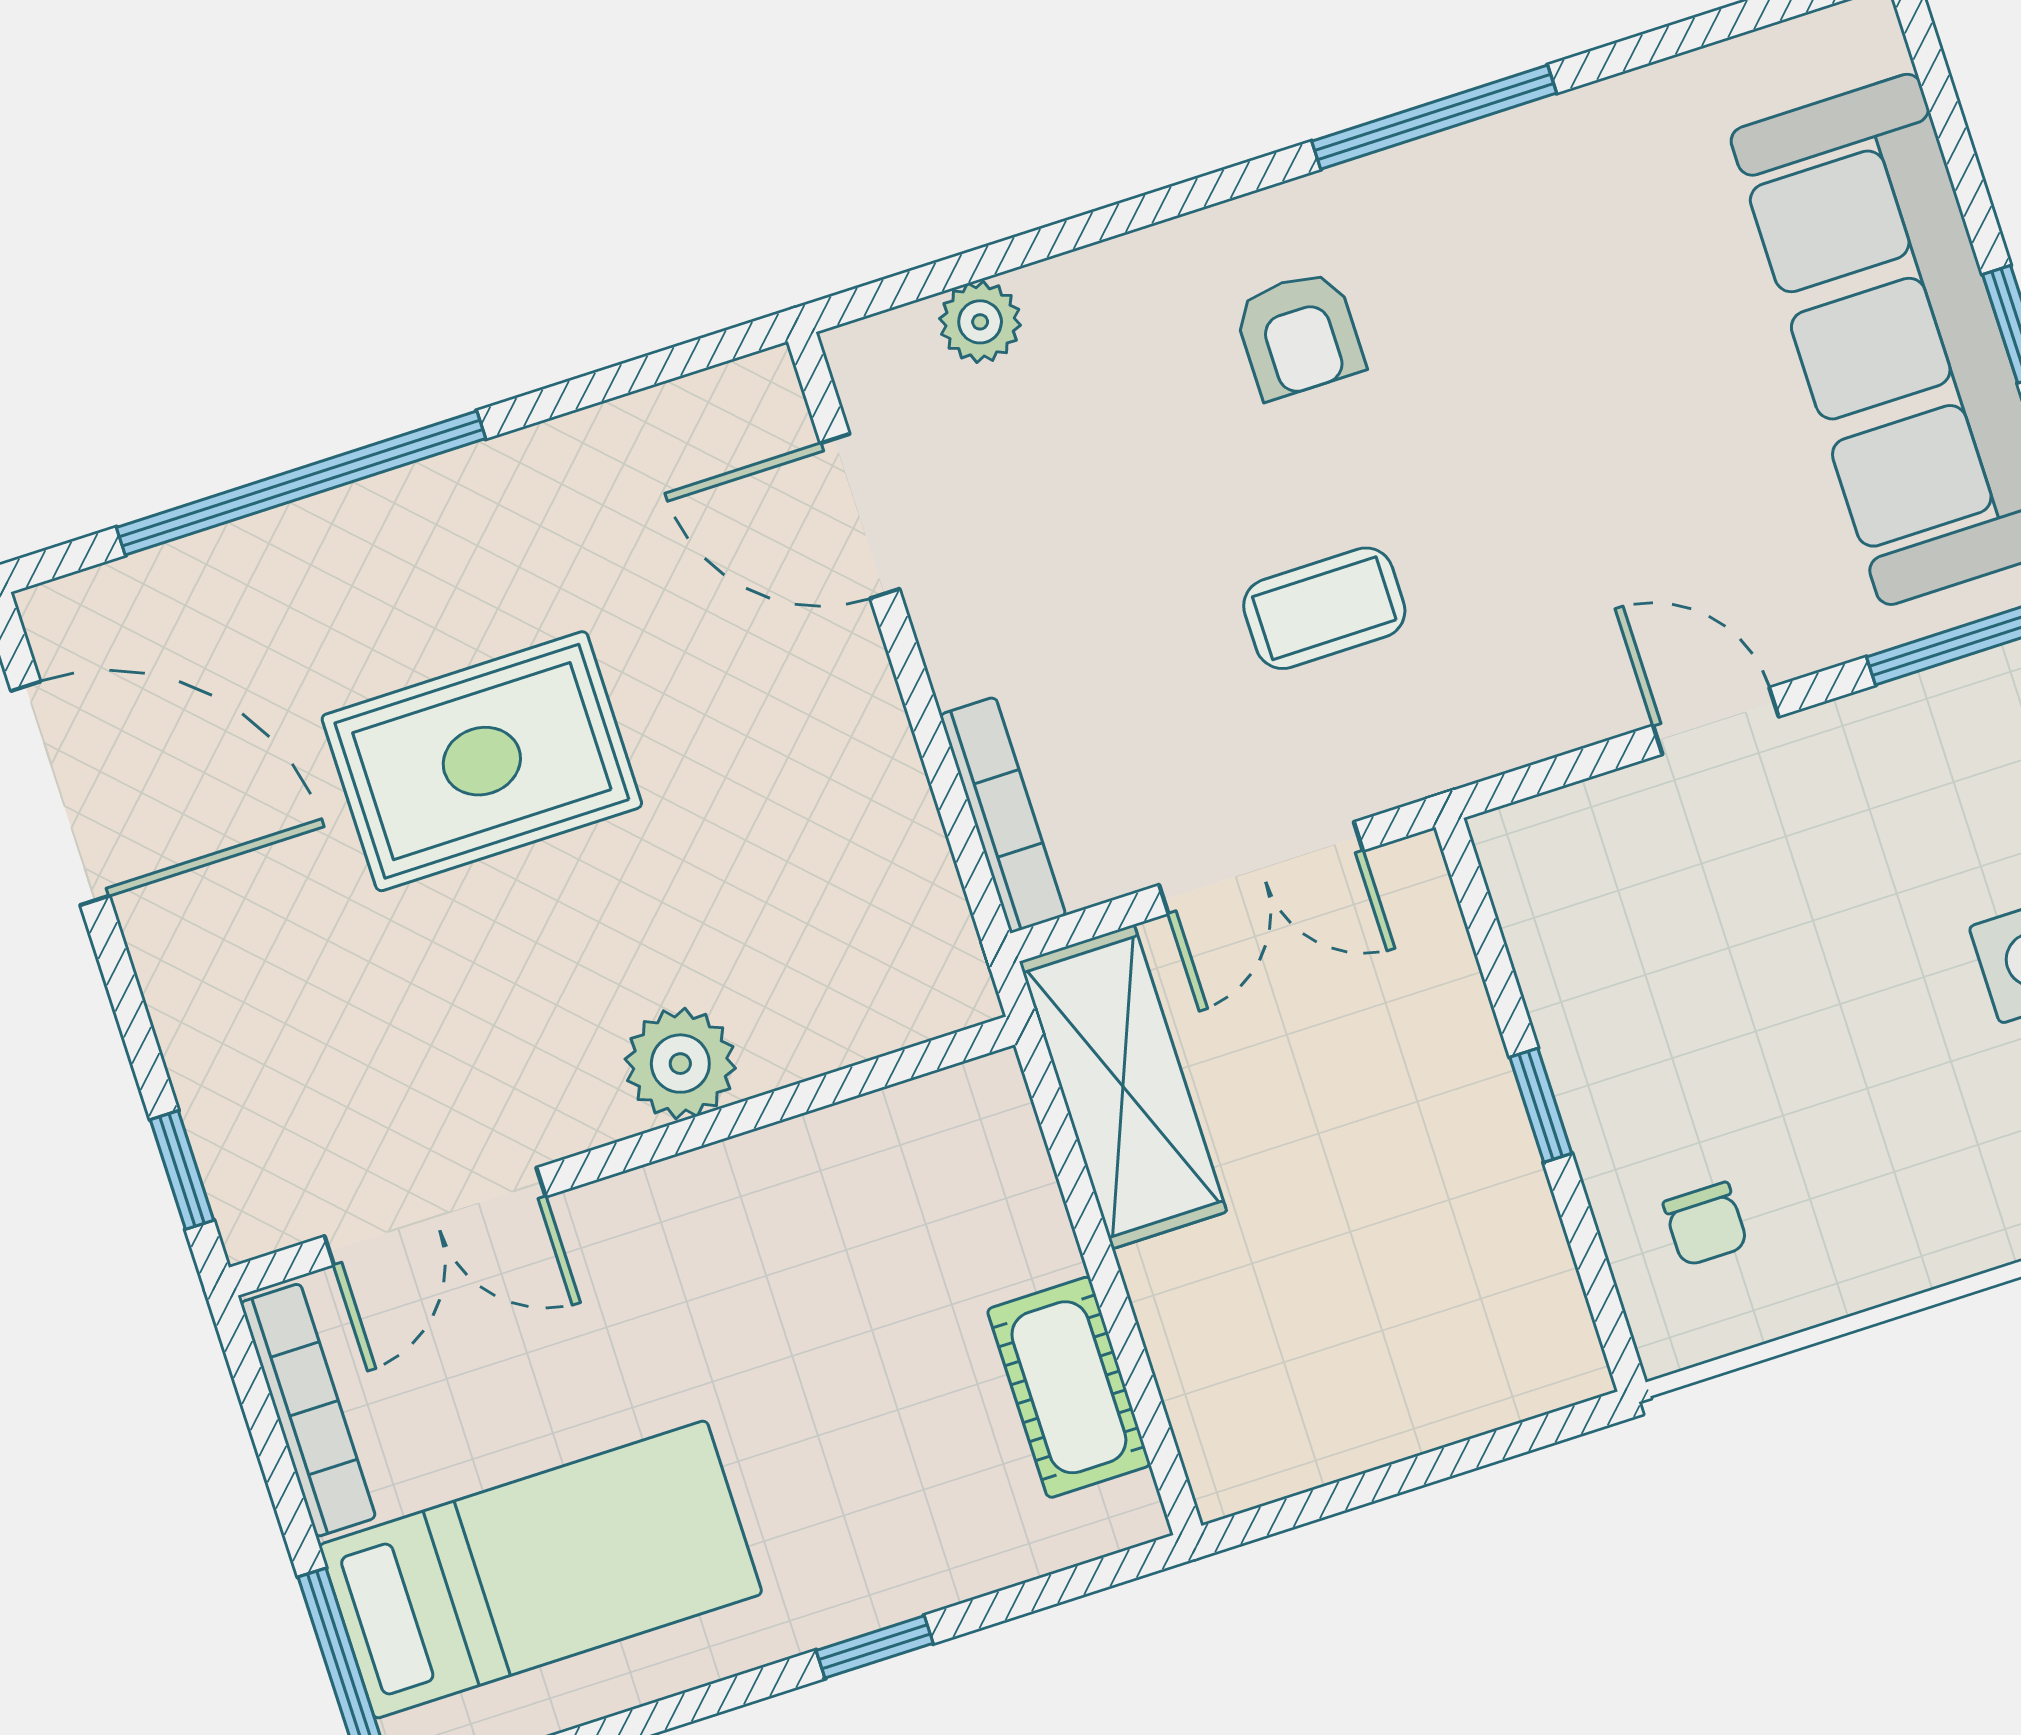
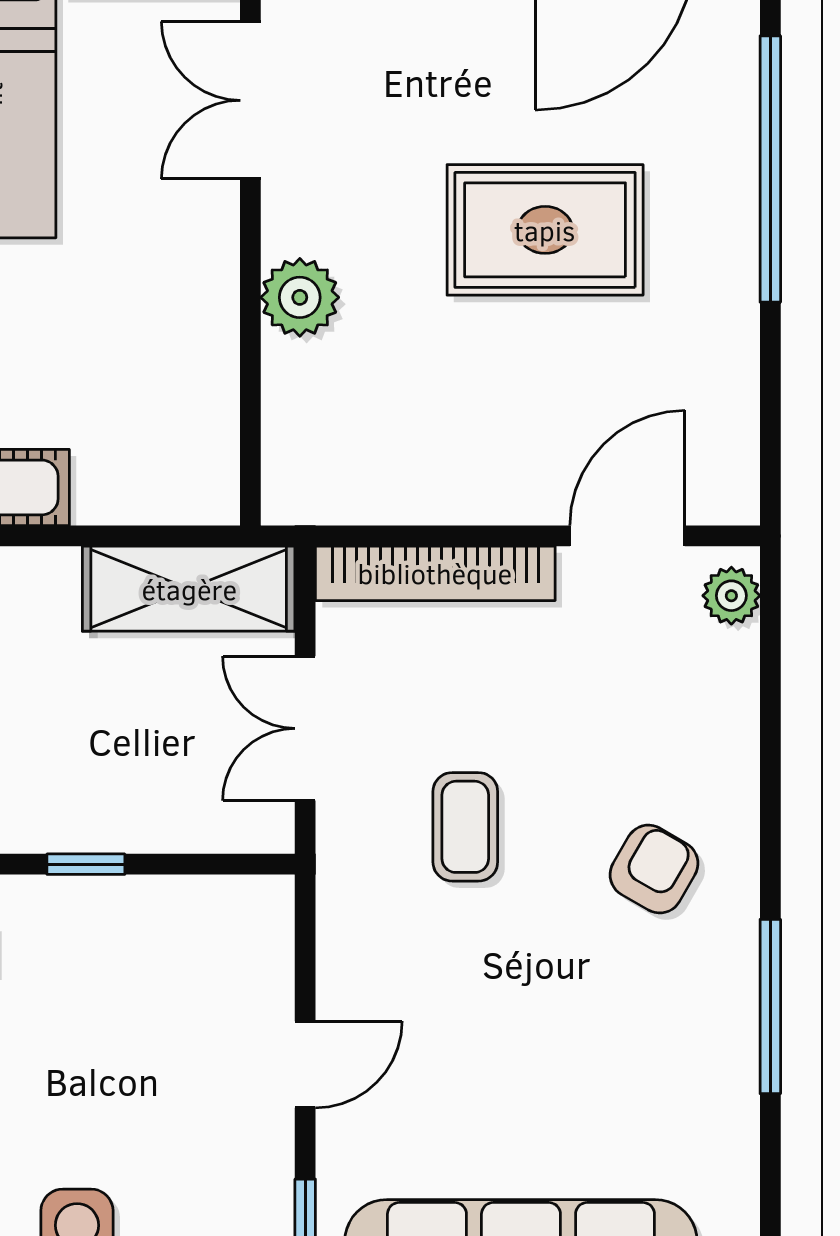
plant: (980, 322) -> (731, 596), moved
armchair: (1299, 334) -> (654, 869), turned 120
rug: (482, 761) -> (545, 230), turned 90
bookcase: (1003, 815) -> (435, 573), width x1.48, depth x1.31

